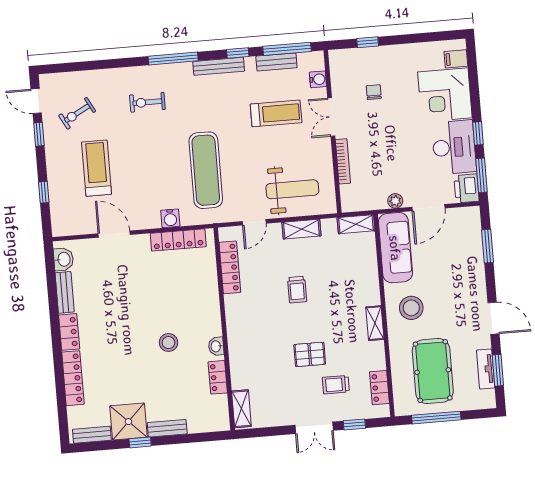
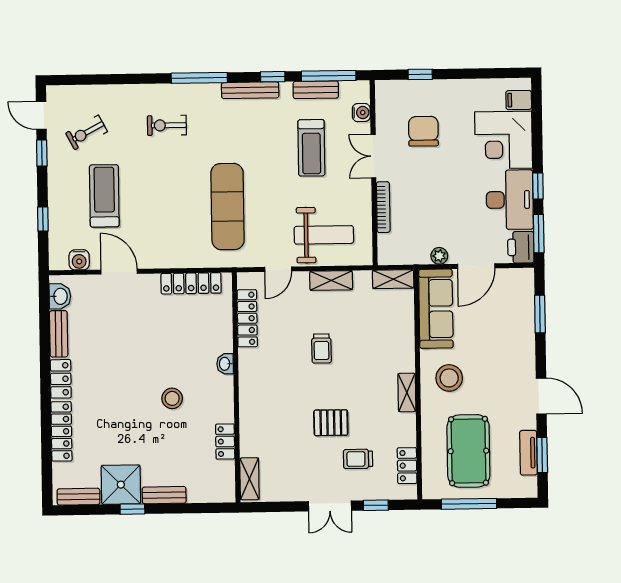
chair: (374, 92) -> (423, 131), width x1.87, depth x1.87
treadmill: (276, 113) -> (311, 148), turned 90
water cooler: (170, 218) -> (79, 260), moved
washbasin: (216, 346) -> (225, 364), moved

